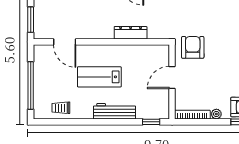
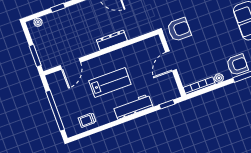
dresser: (131, 33) -> (112, 40), moved
door: (65, 42) -> (70, 64), hinge flipped
armchair: (193, 47) -> (179, 30), turned 90
lab bench: (99, 77) -> (110, 83), turned 180

